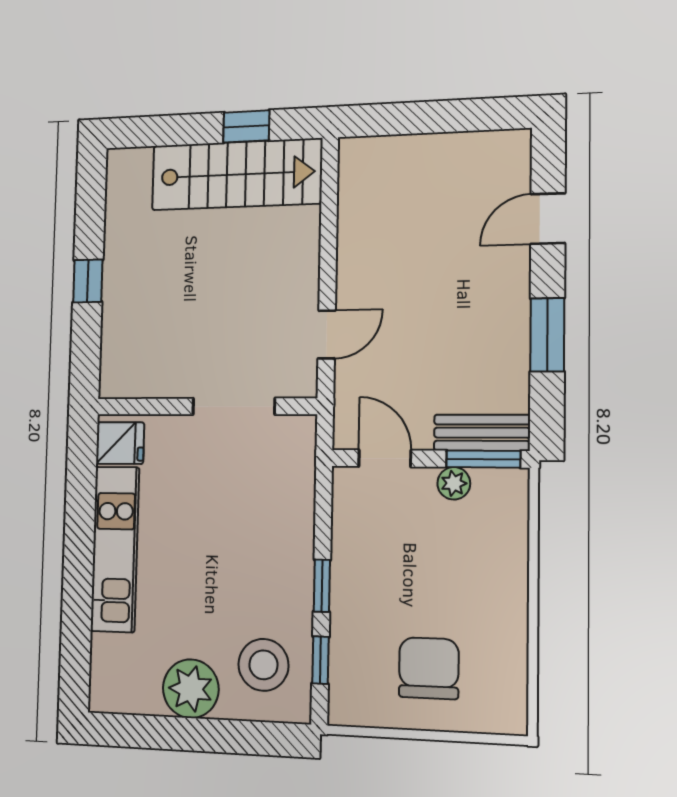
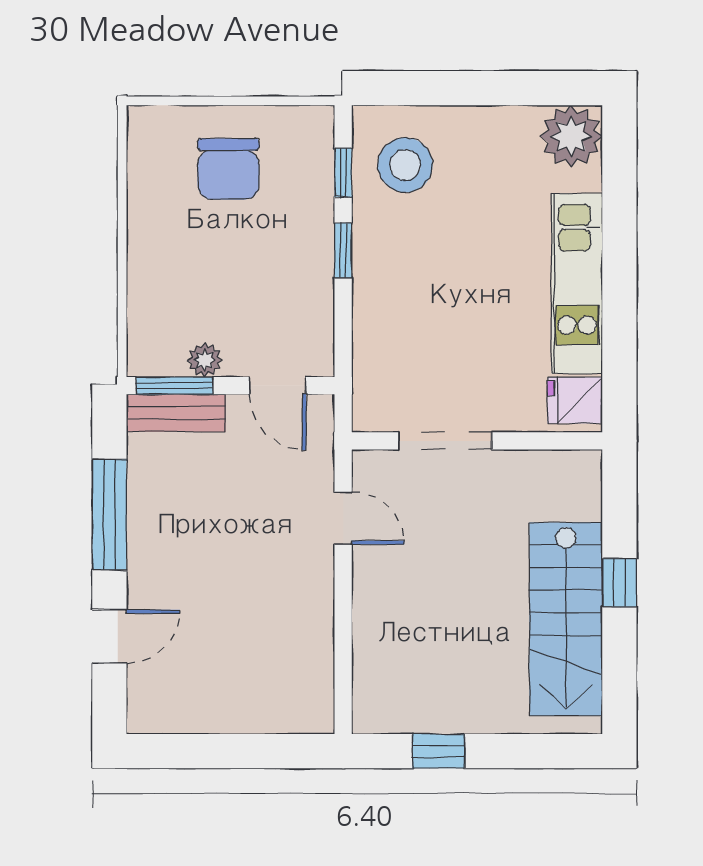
stairs: (236, 174) -> (566, 619), moved, turned -90
door: (327, 334) -> (343, 518), swing flipped
window: (547, 335) -> (109, 515), width x1.44
plant: (191, 689) -> (571, 136), moved

